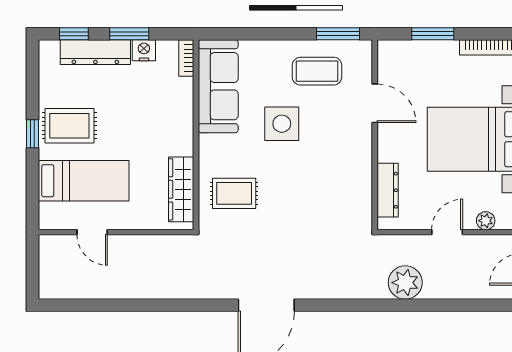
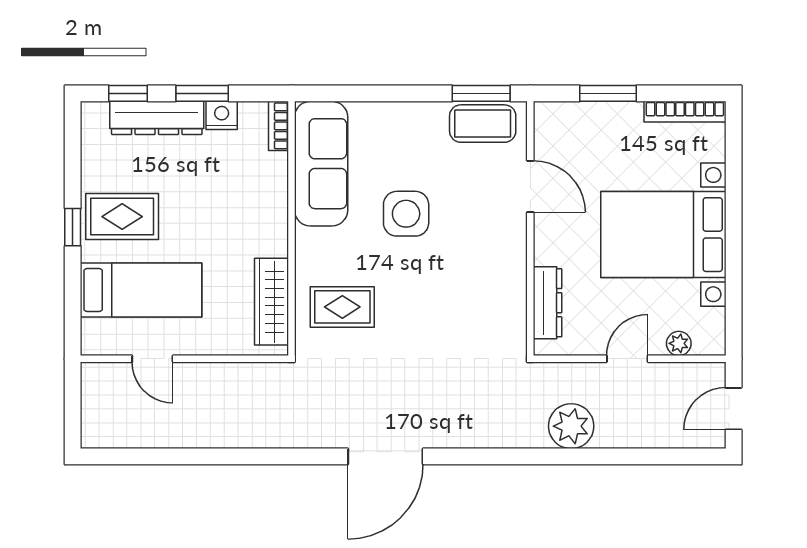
coffee table: (317, 71) -> (483, 124), moved

